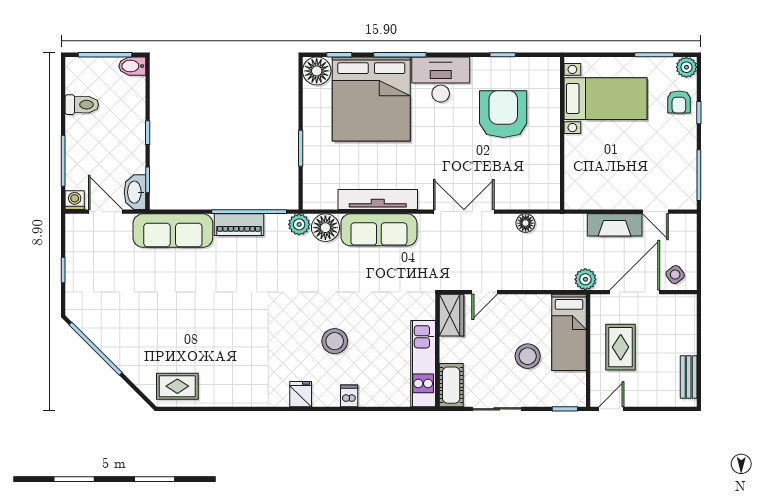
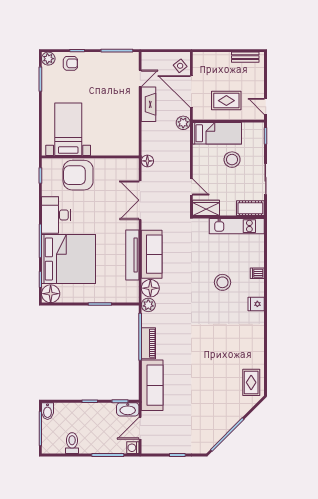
bed with nightstands: (606, 99) -> (68, 129), moved
wall: (562, 133) -> (90, 157), moved

